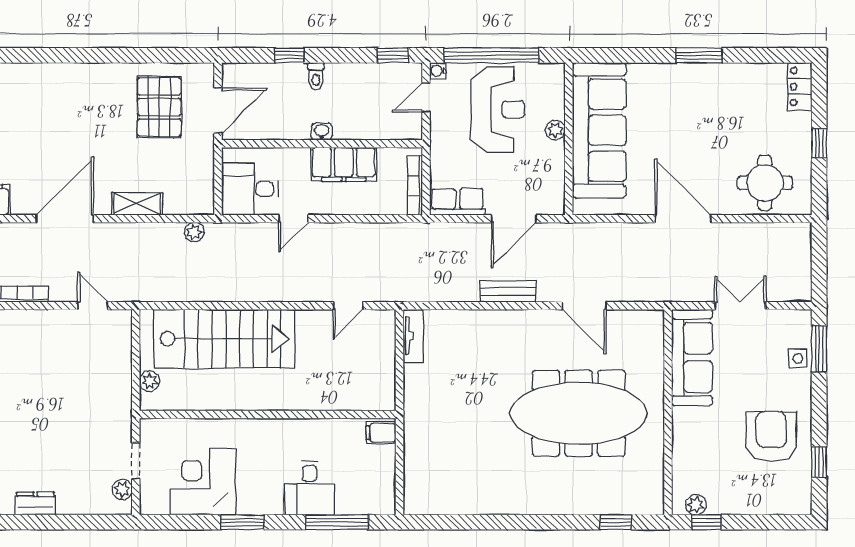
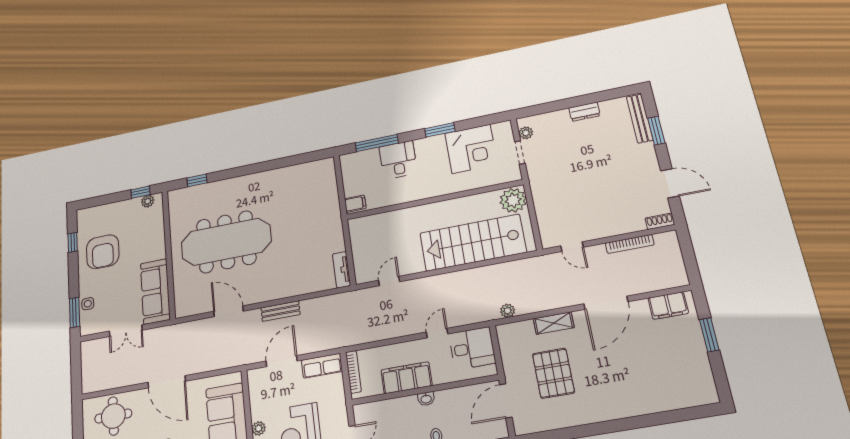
pallet: (159, 107) -> (553, 373), moved
plant: (150, 381) -> (513, 200), width x1.87, depth x1.87

